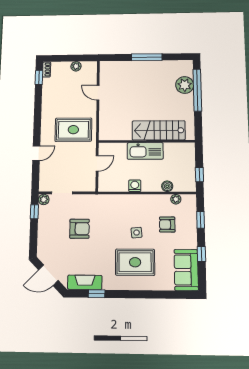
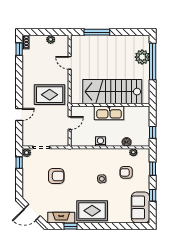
window: (147, 57) -> (97, 32), moved
stairs: (159, 130) -> (112, 92), width x1.36, depth x1.51
rug: (135, 262) -> (92, 211), moved

